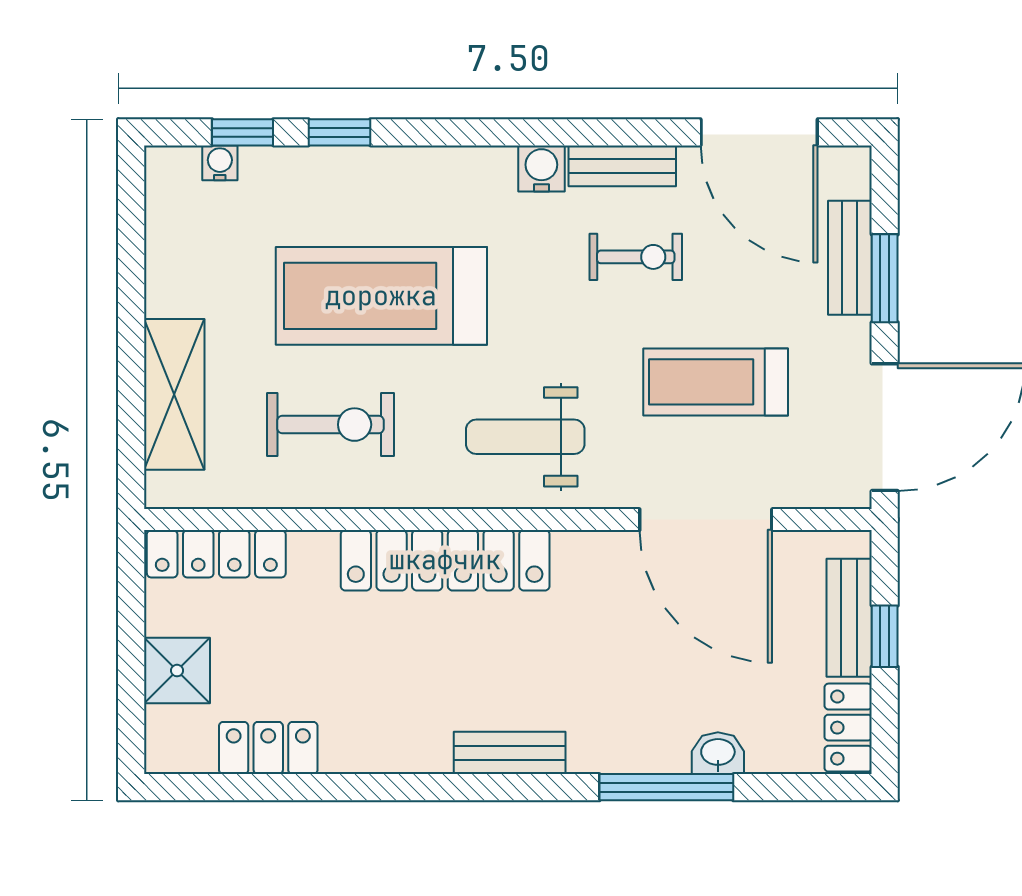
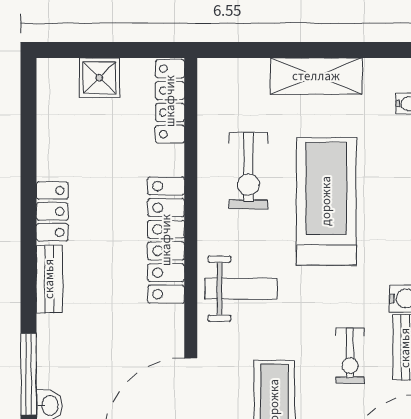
shelving: (174, 394) -> (316, 76), moved
weight bench: (525, 437) -> (241, 289), turned 90
locker: (268, 748) -> (52, 211), moved

